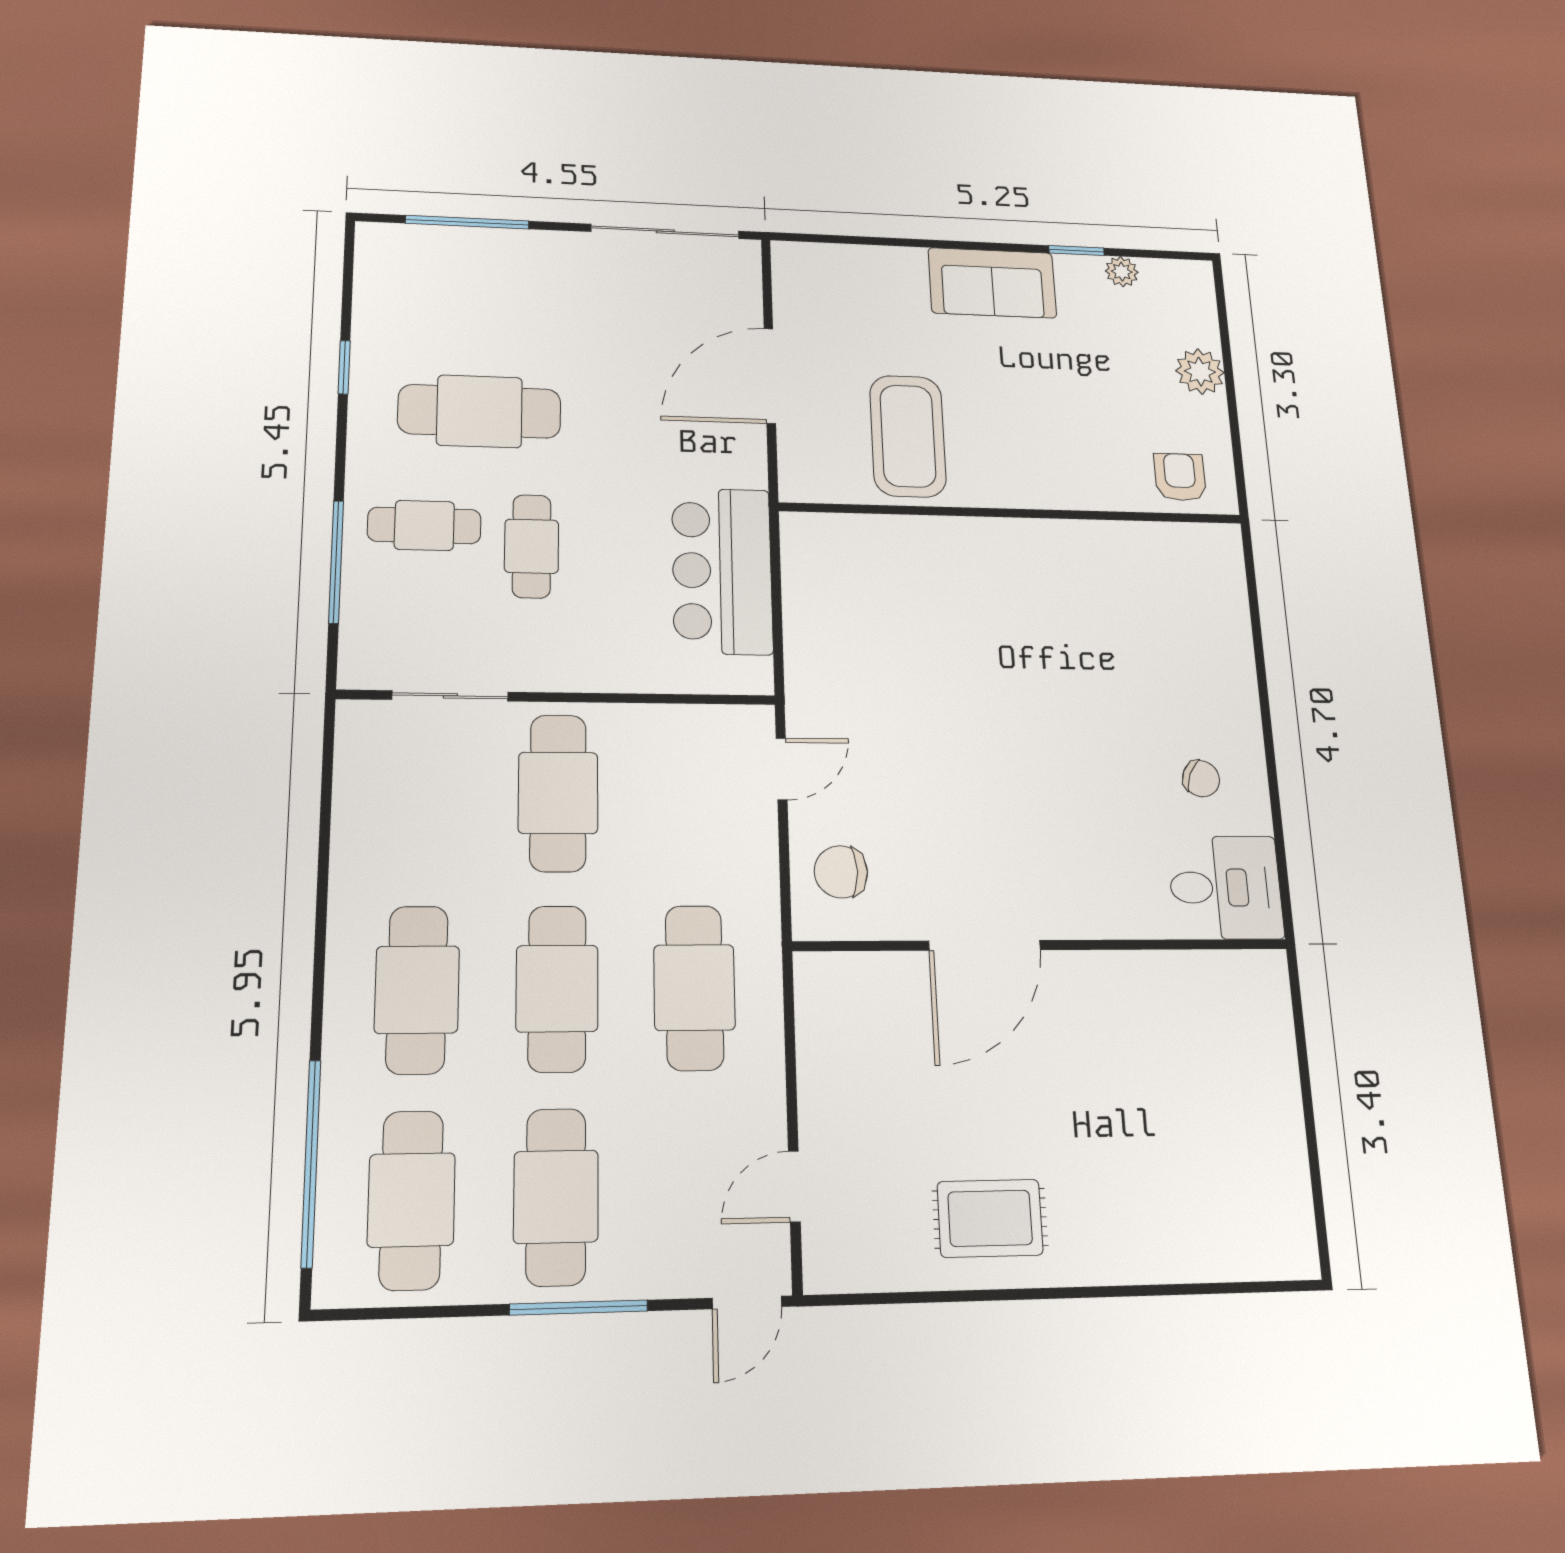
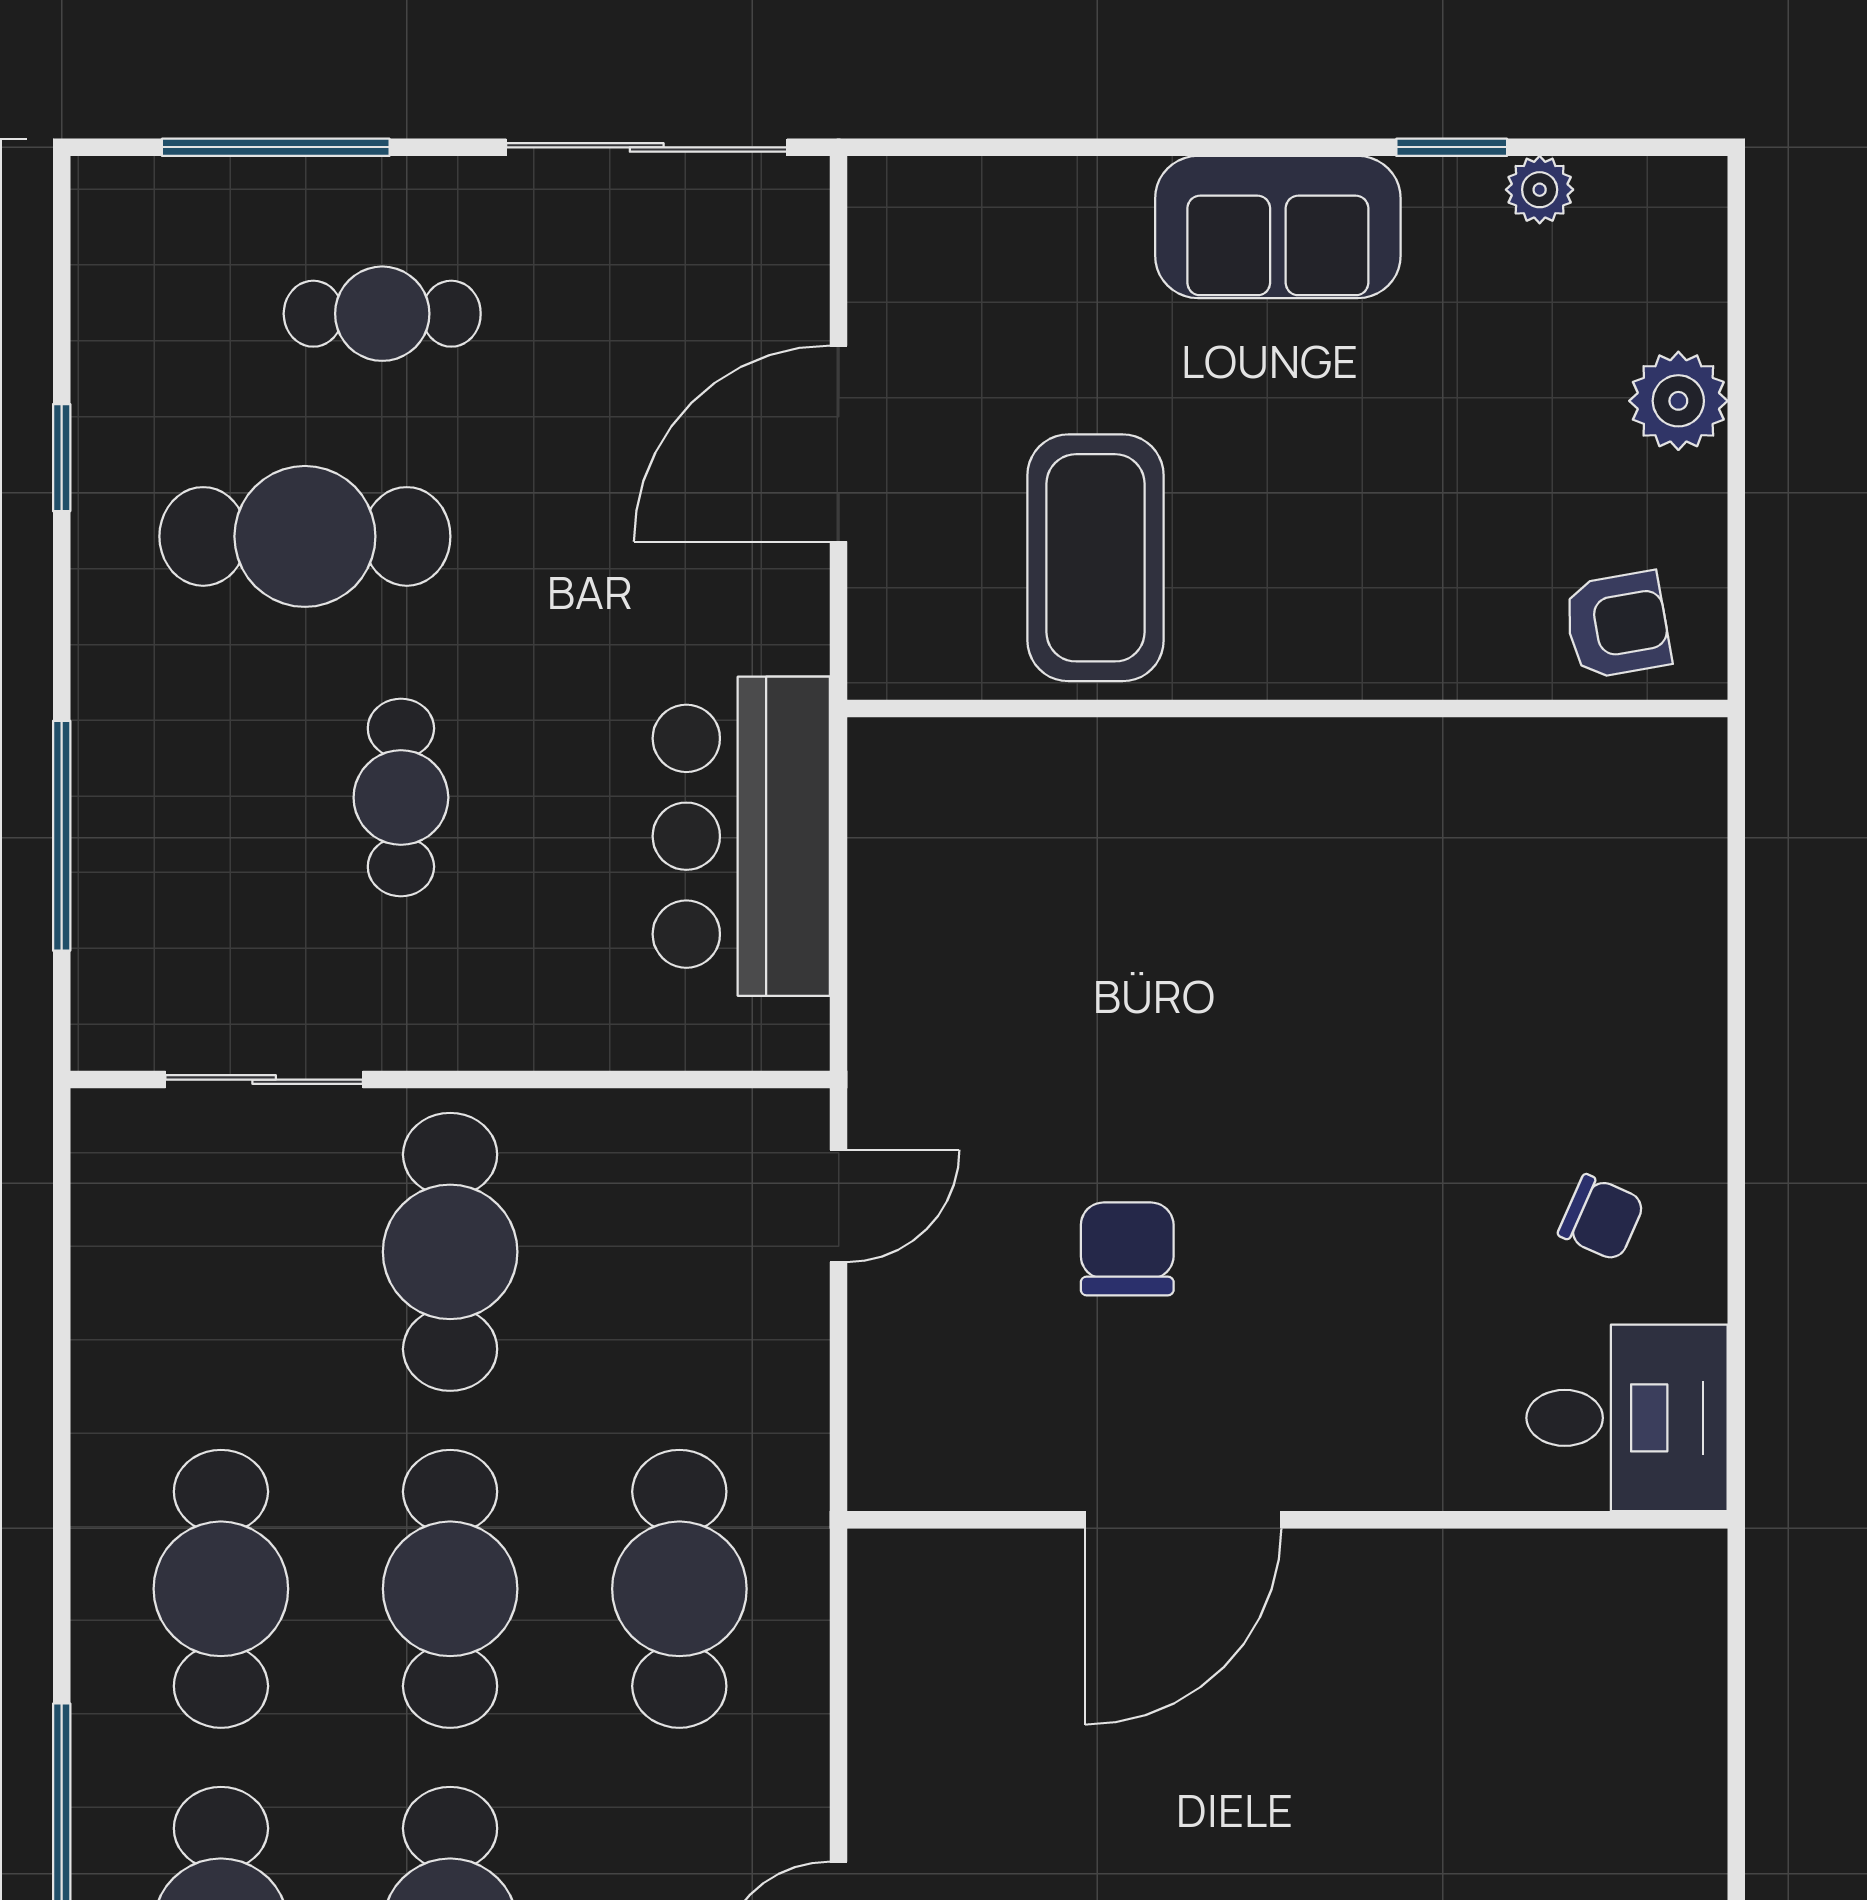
armchair: (1180, 477) -> (1617, 625), turned 80
cafe table: (424, 525) -> (382, 314), moved
chair: (841, 872) -> (1127, 1249), moved, turned 90

